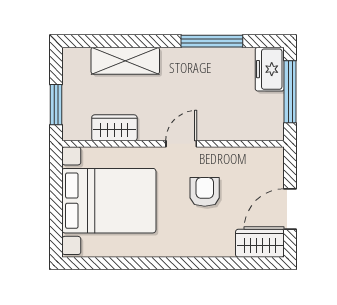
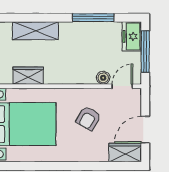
boiler: (227, 131) -> (103, 78), added
door: (181, 144) -> (122, 86), moved
armchair: (205, 192) -> (88, 118), turned -150

